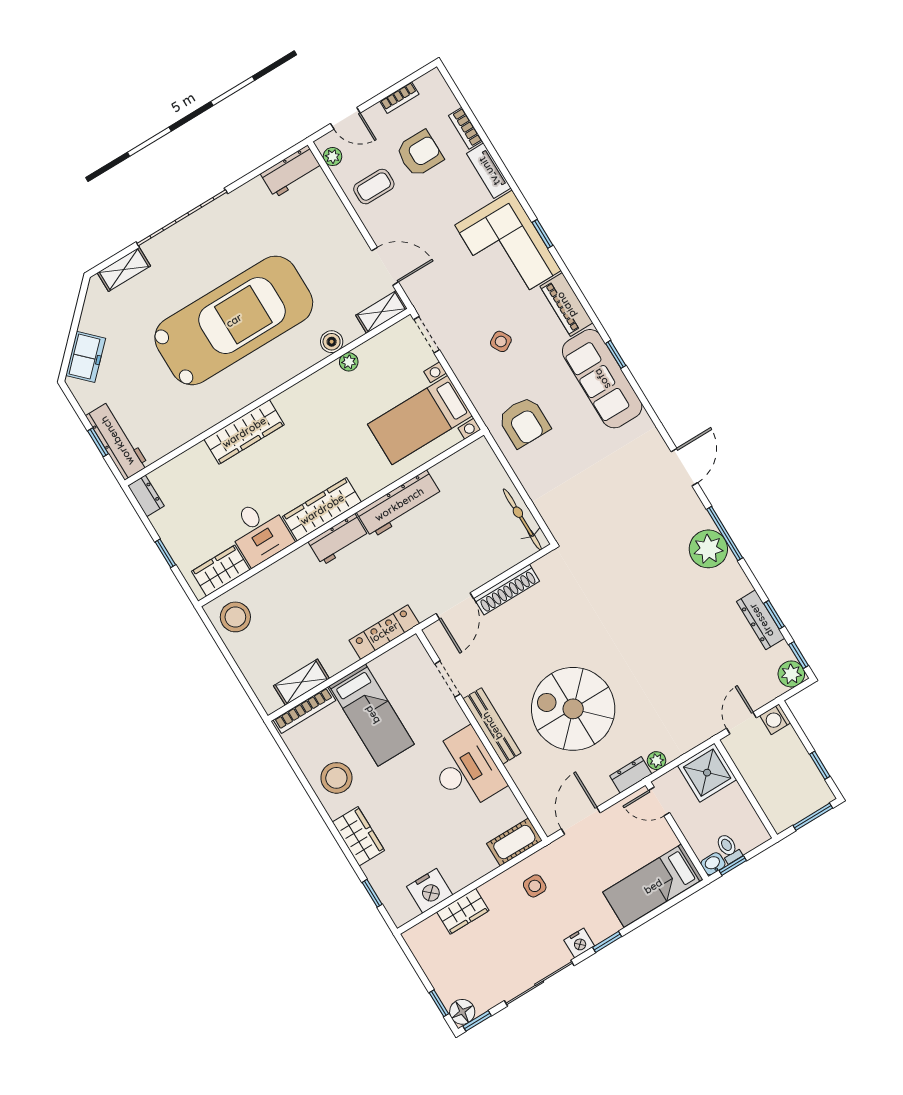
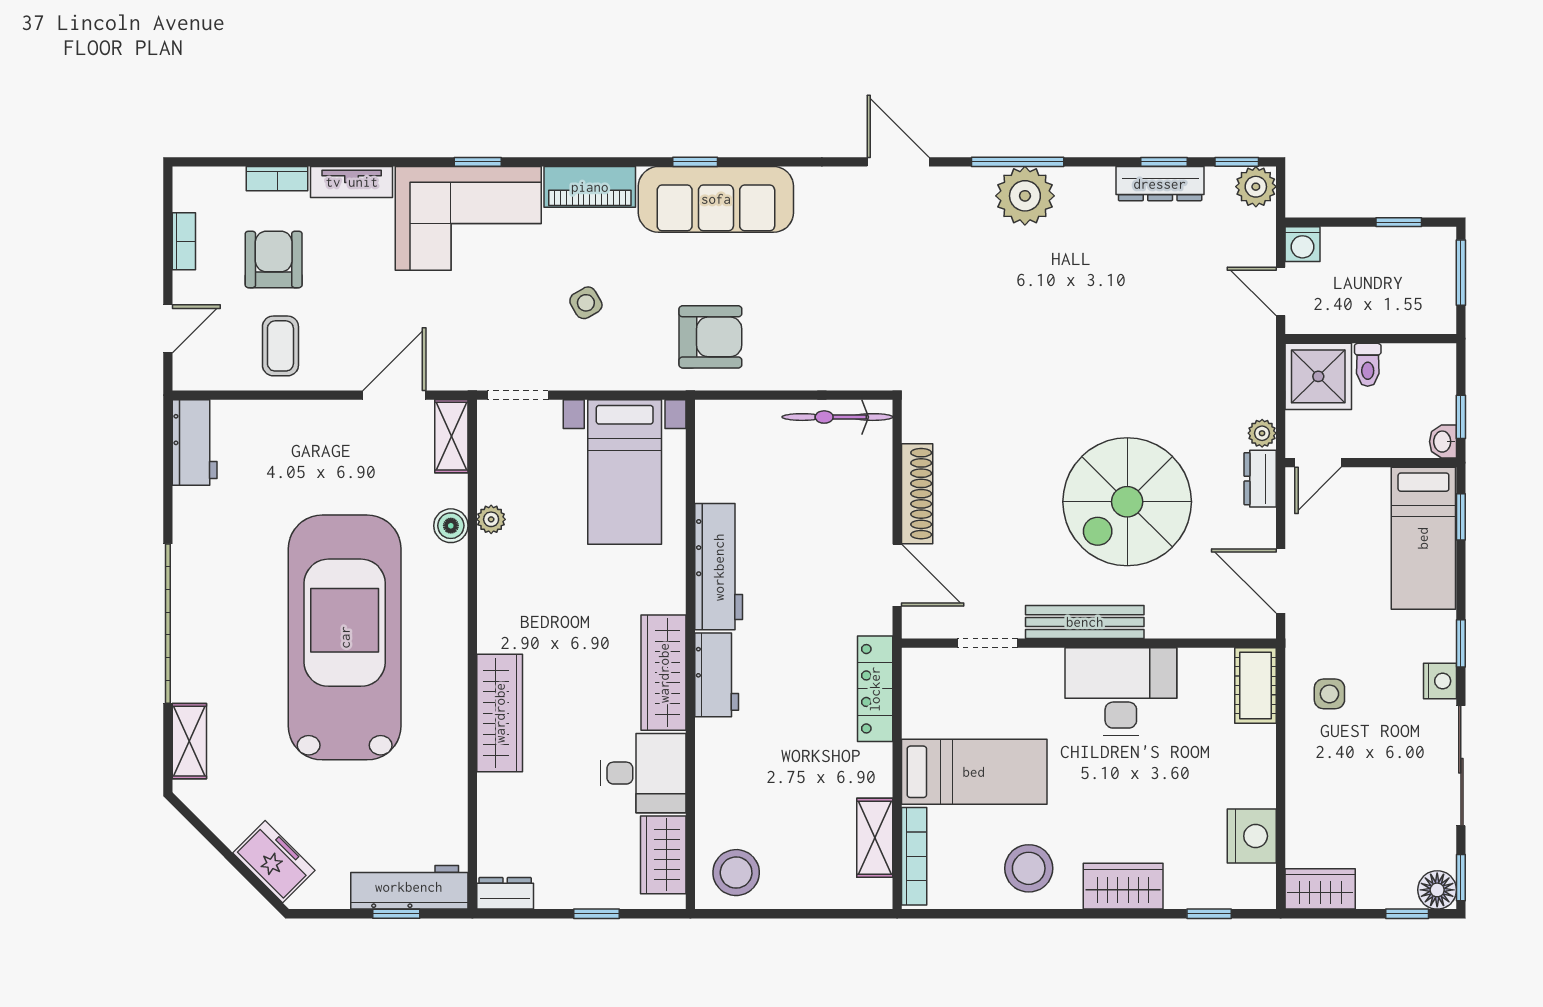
plant: (333, 157) -> (208, 376), removed
toilet: (728, 848) -> (1368, 365), moved, turned -90
window: (677, 899) -> (1461, 517), added
wardrobe: (463, 911) -> (1320, 889), moved, turned -90

